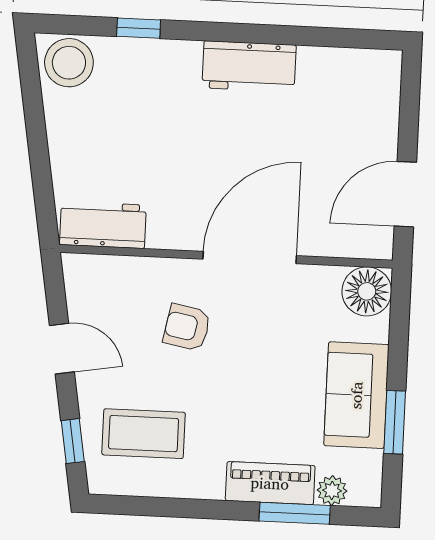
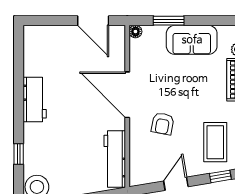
workbench: (103, 225) -> (115, 159), width x1.38
floor lamp: (367, 291) -> (135, 32), width x0.53, depth x0.53
window: (395, 422) -> (169, 21), moved

